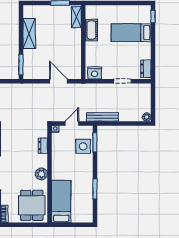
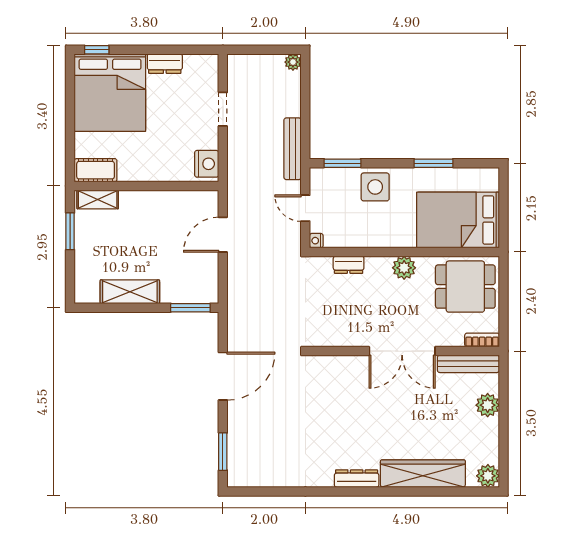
cot: (91, 30) -> (96, 170), moved
bed: (131, 33) -> (110, 93), width x2.04
dresser: (146, 69) -> (165, 64), moved
side table: (83, 146) -> (375, 187), moved
bed: (61, 202) -> (458, 220), width x1.50

